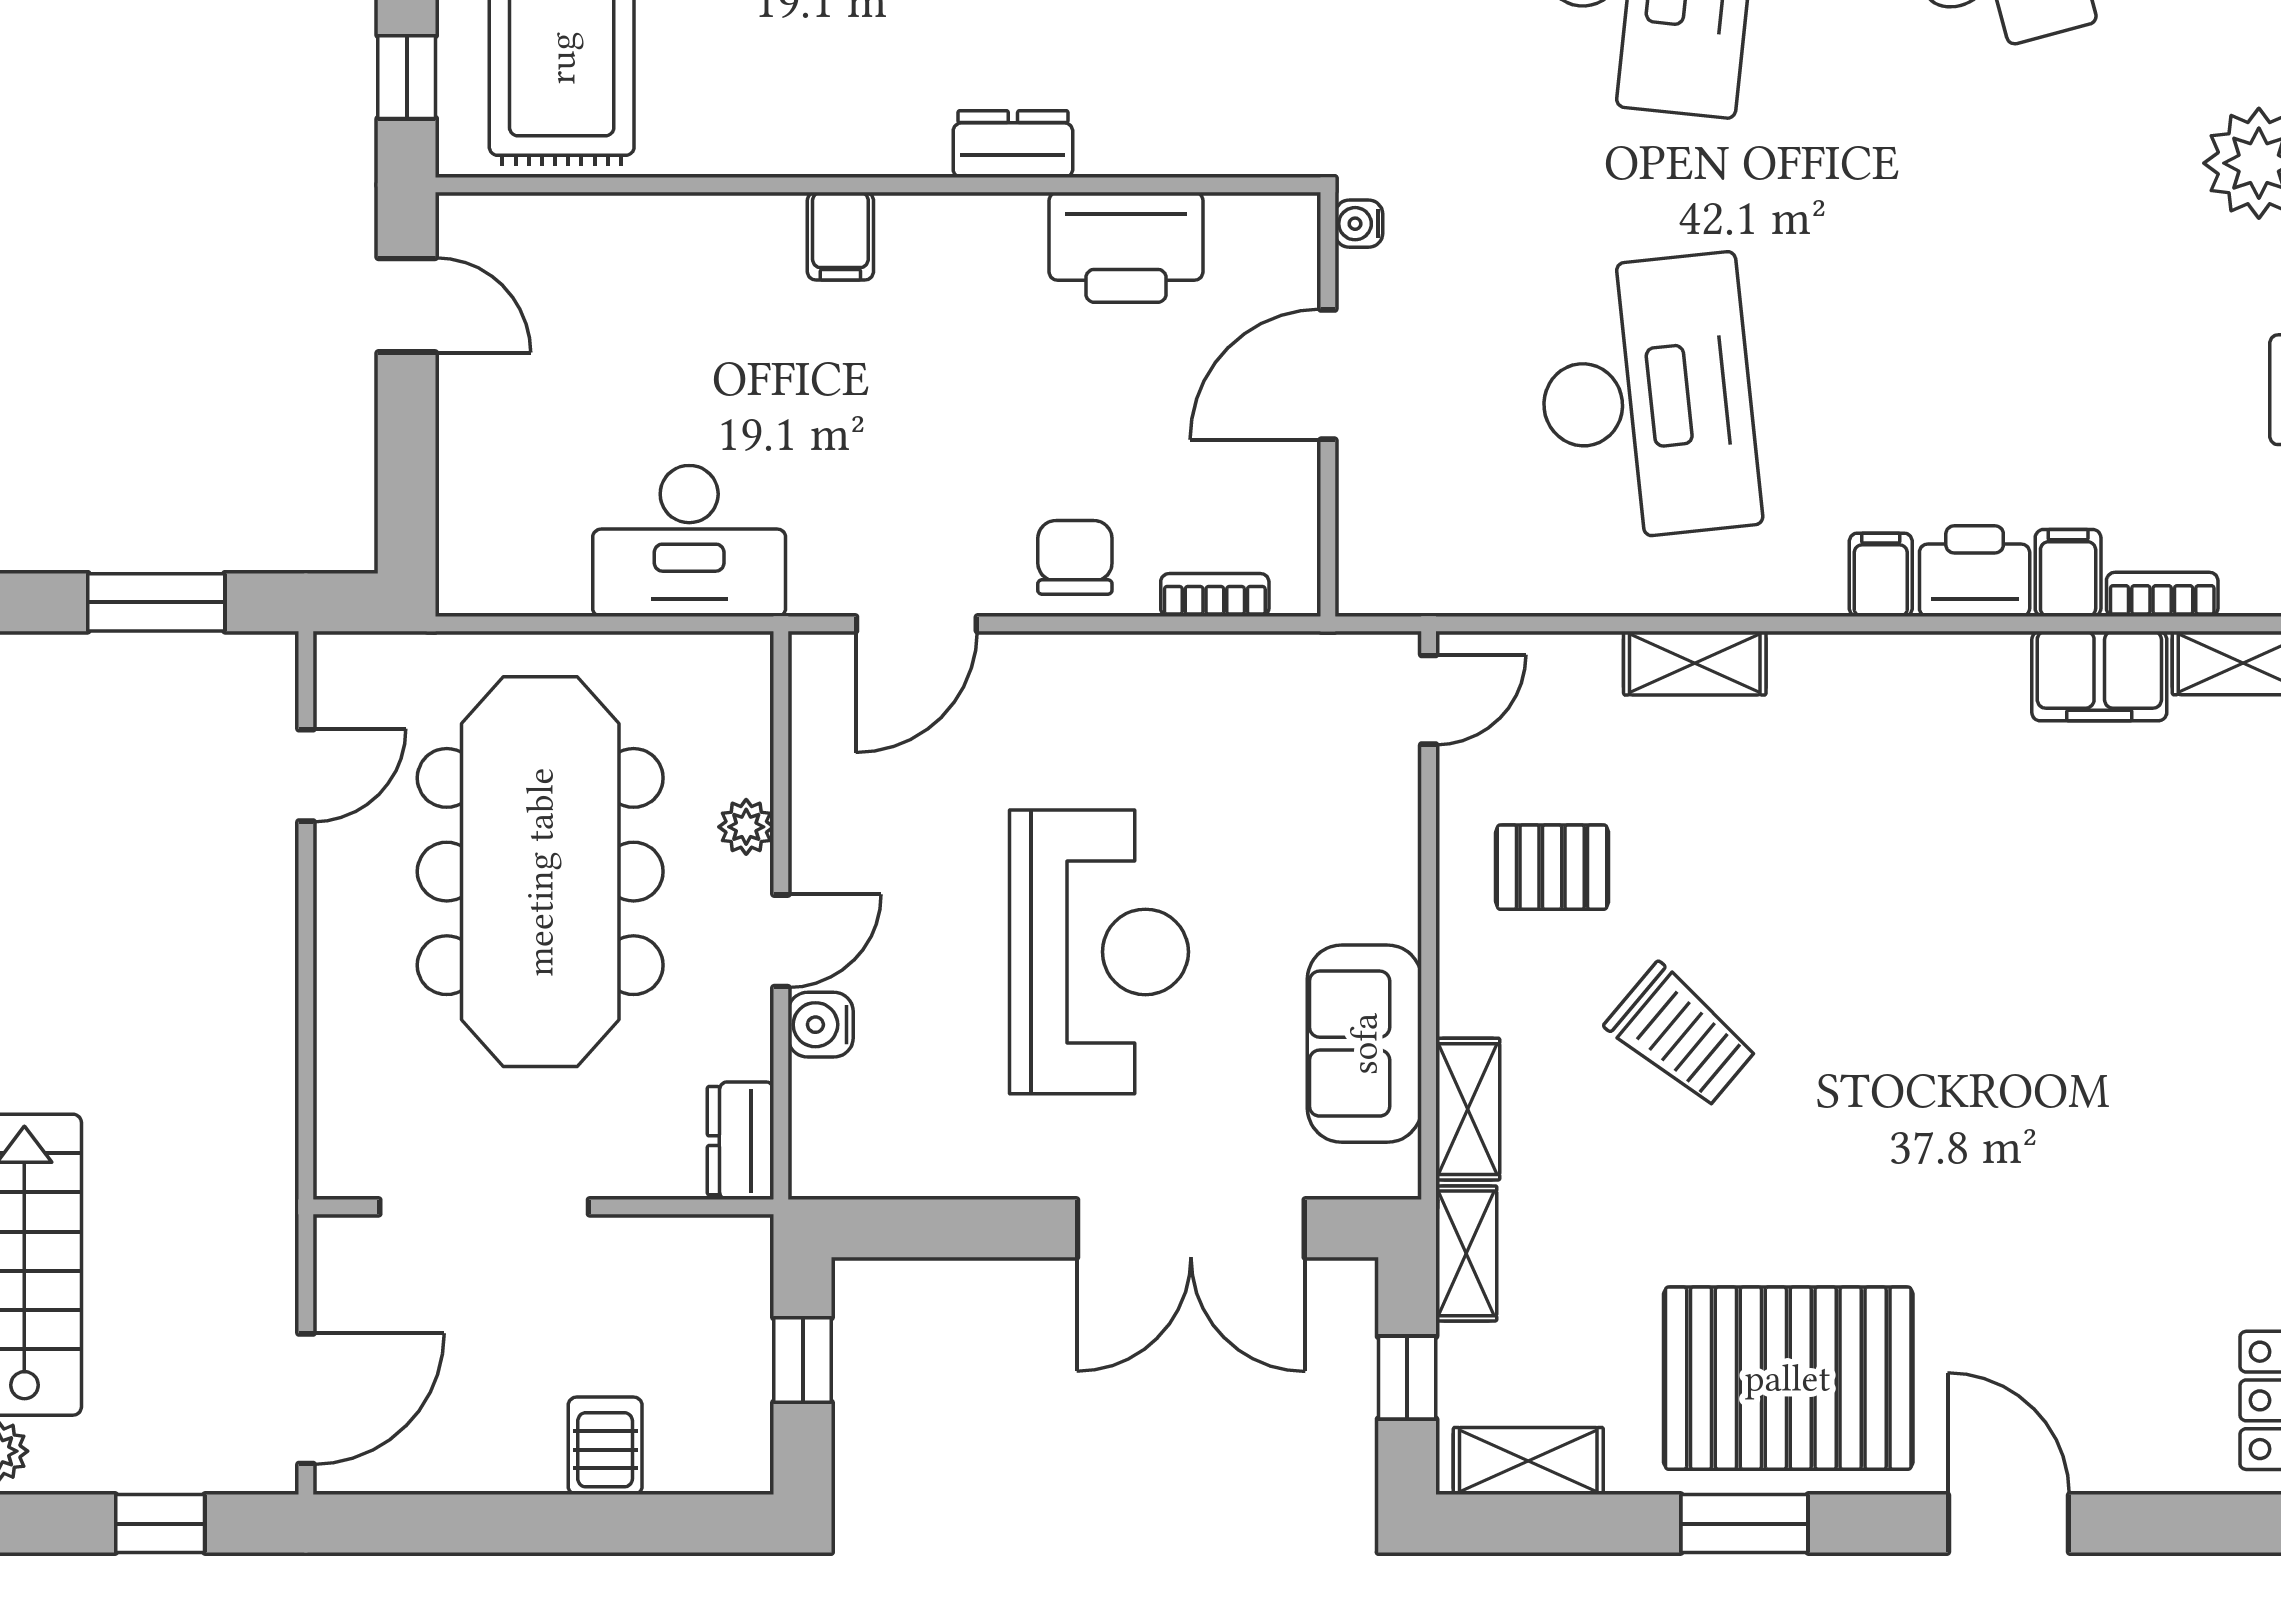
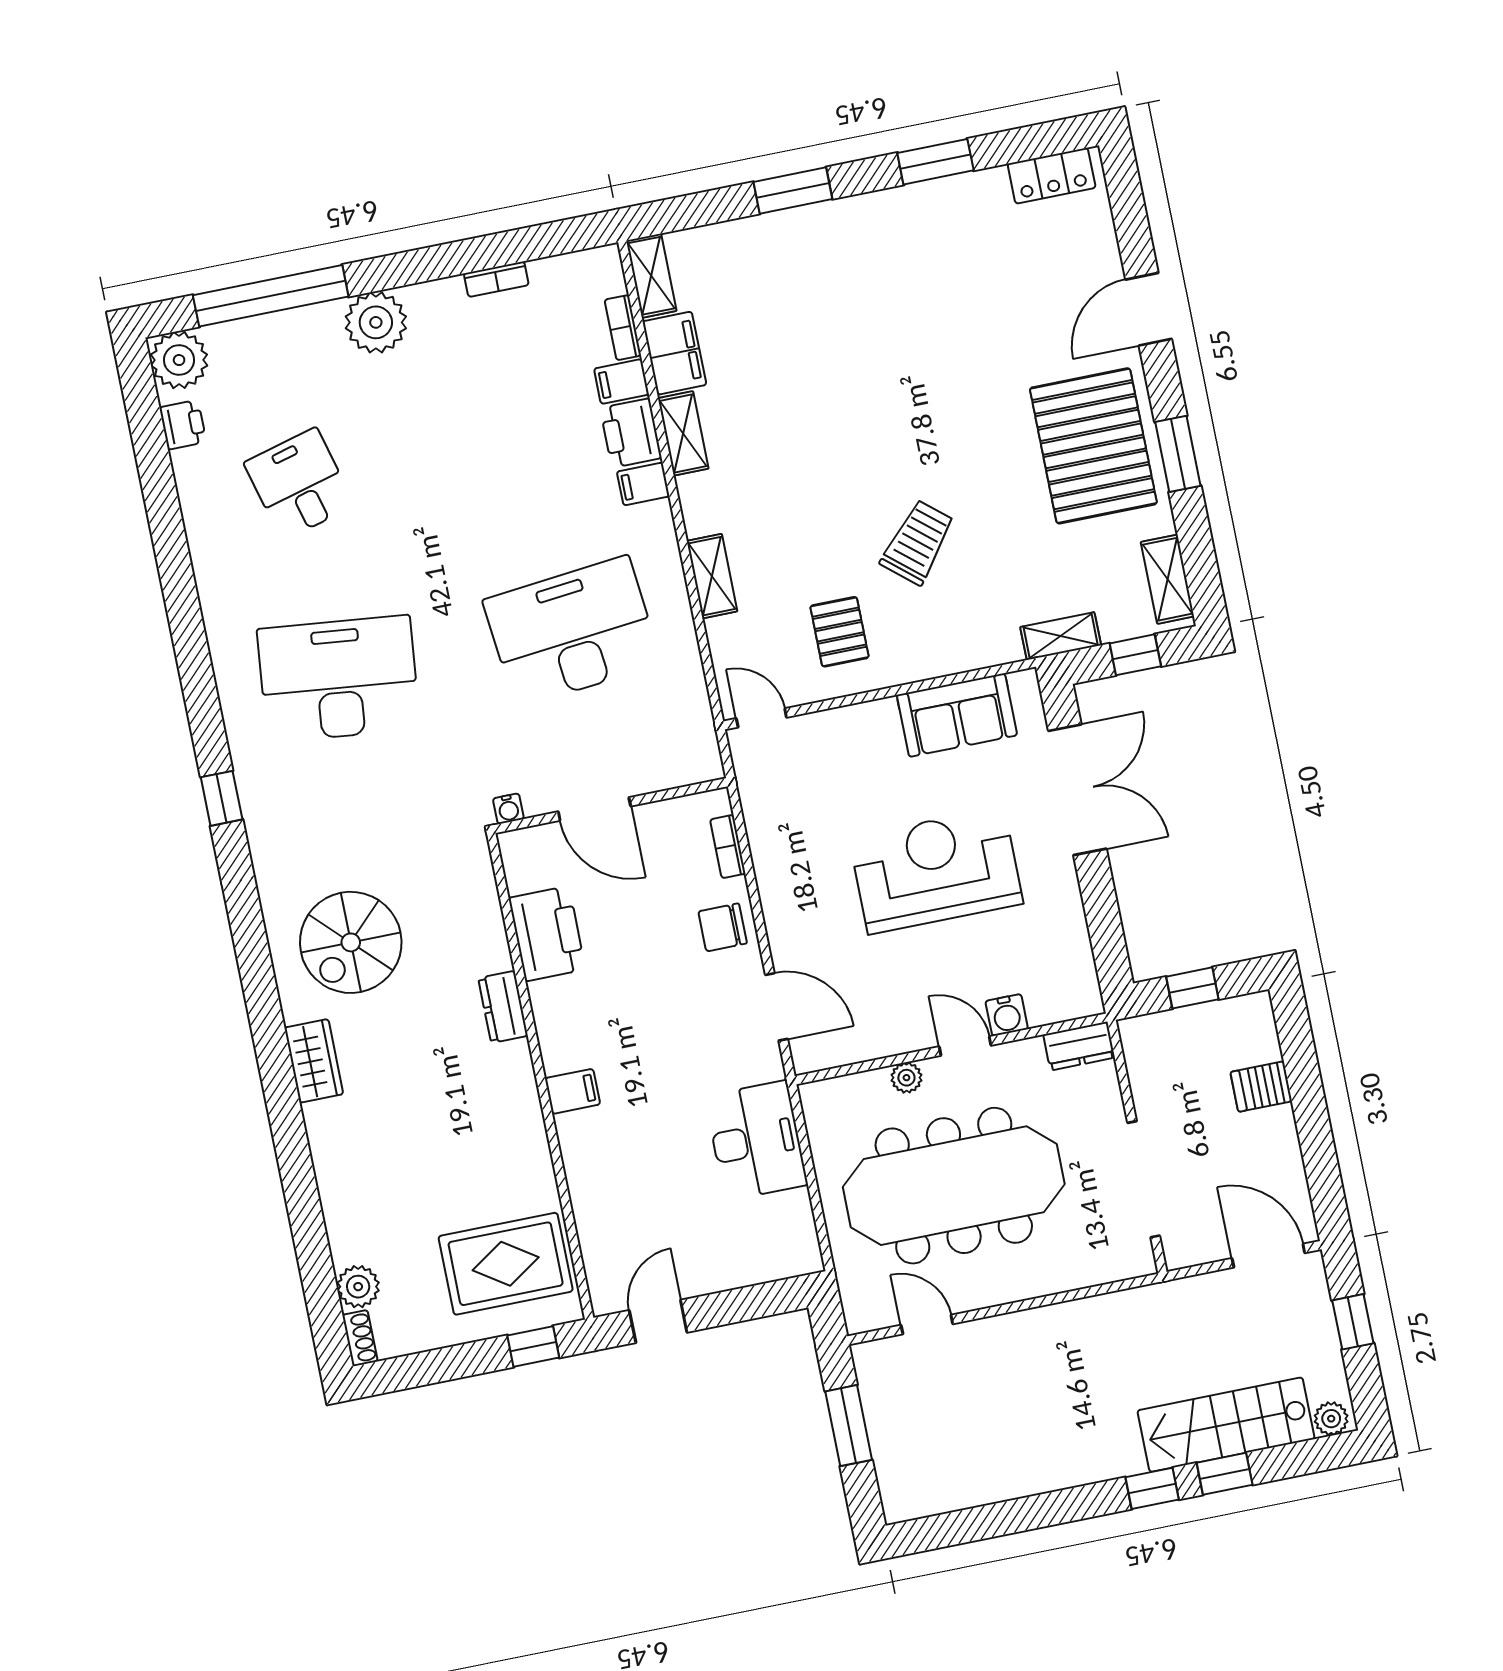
shelving: (1468, 1109) -> (683, 433), moved, turned 90

